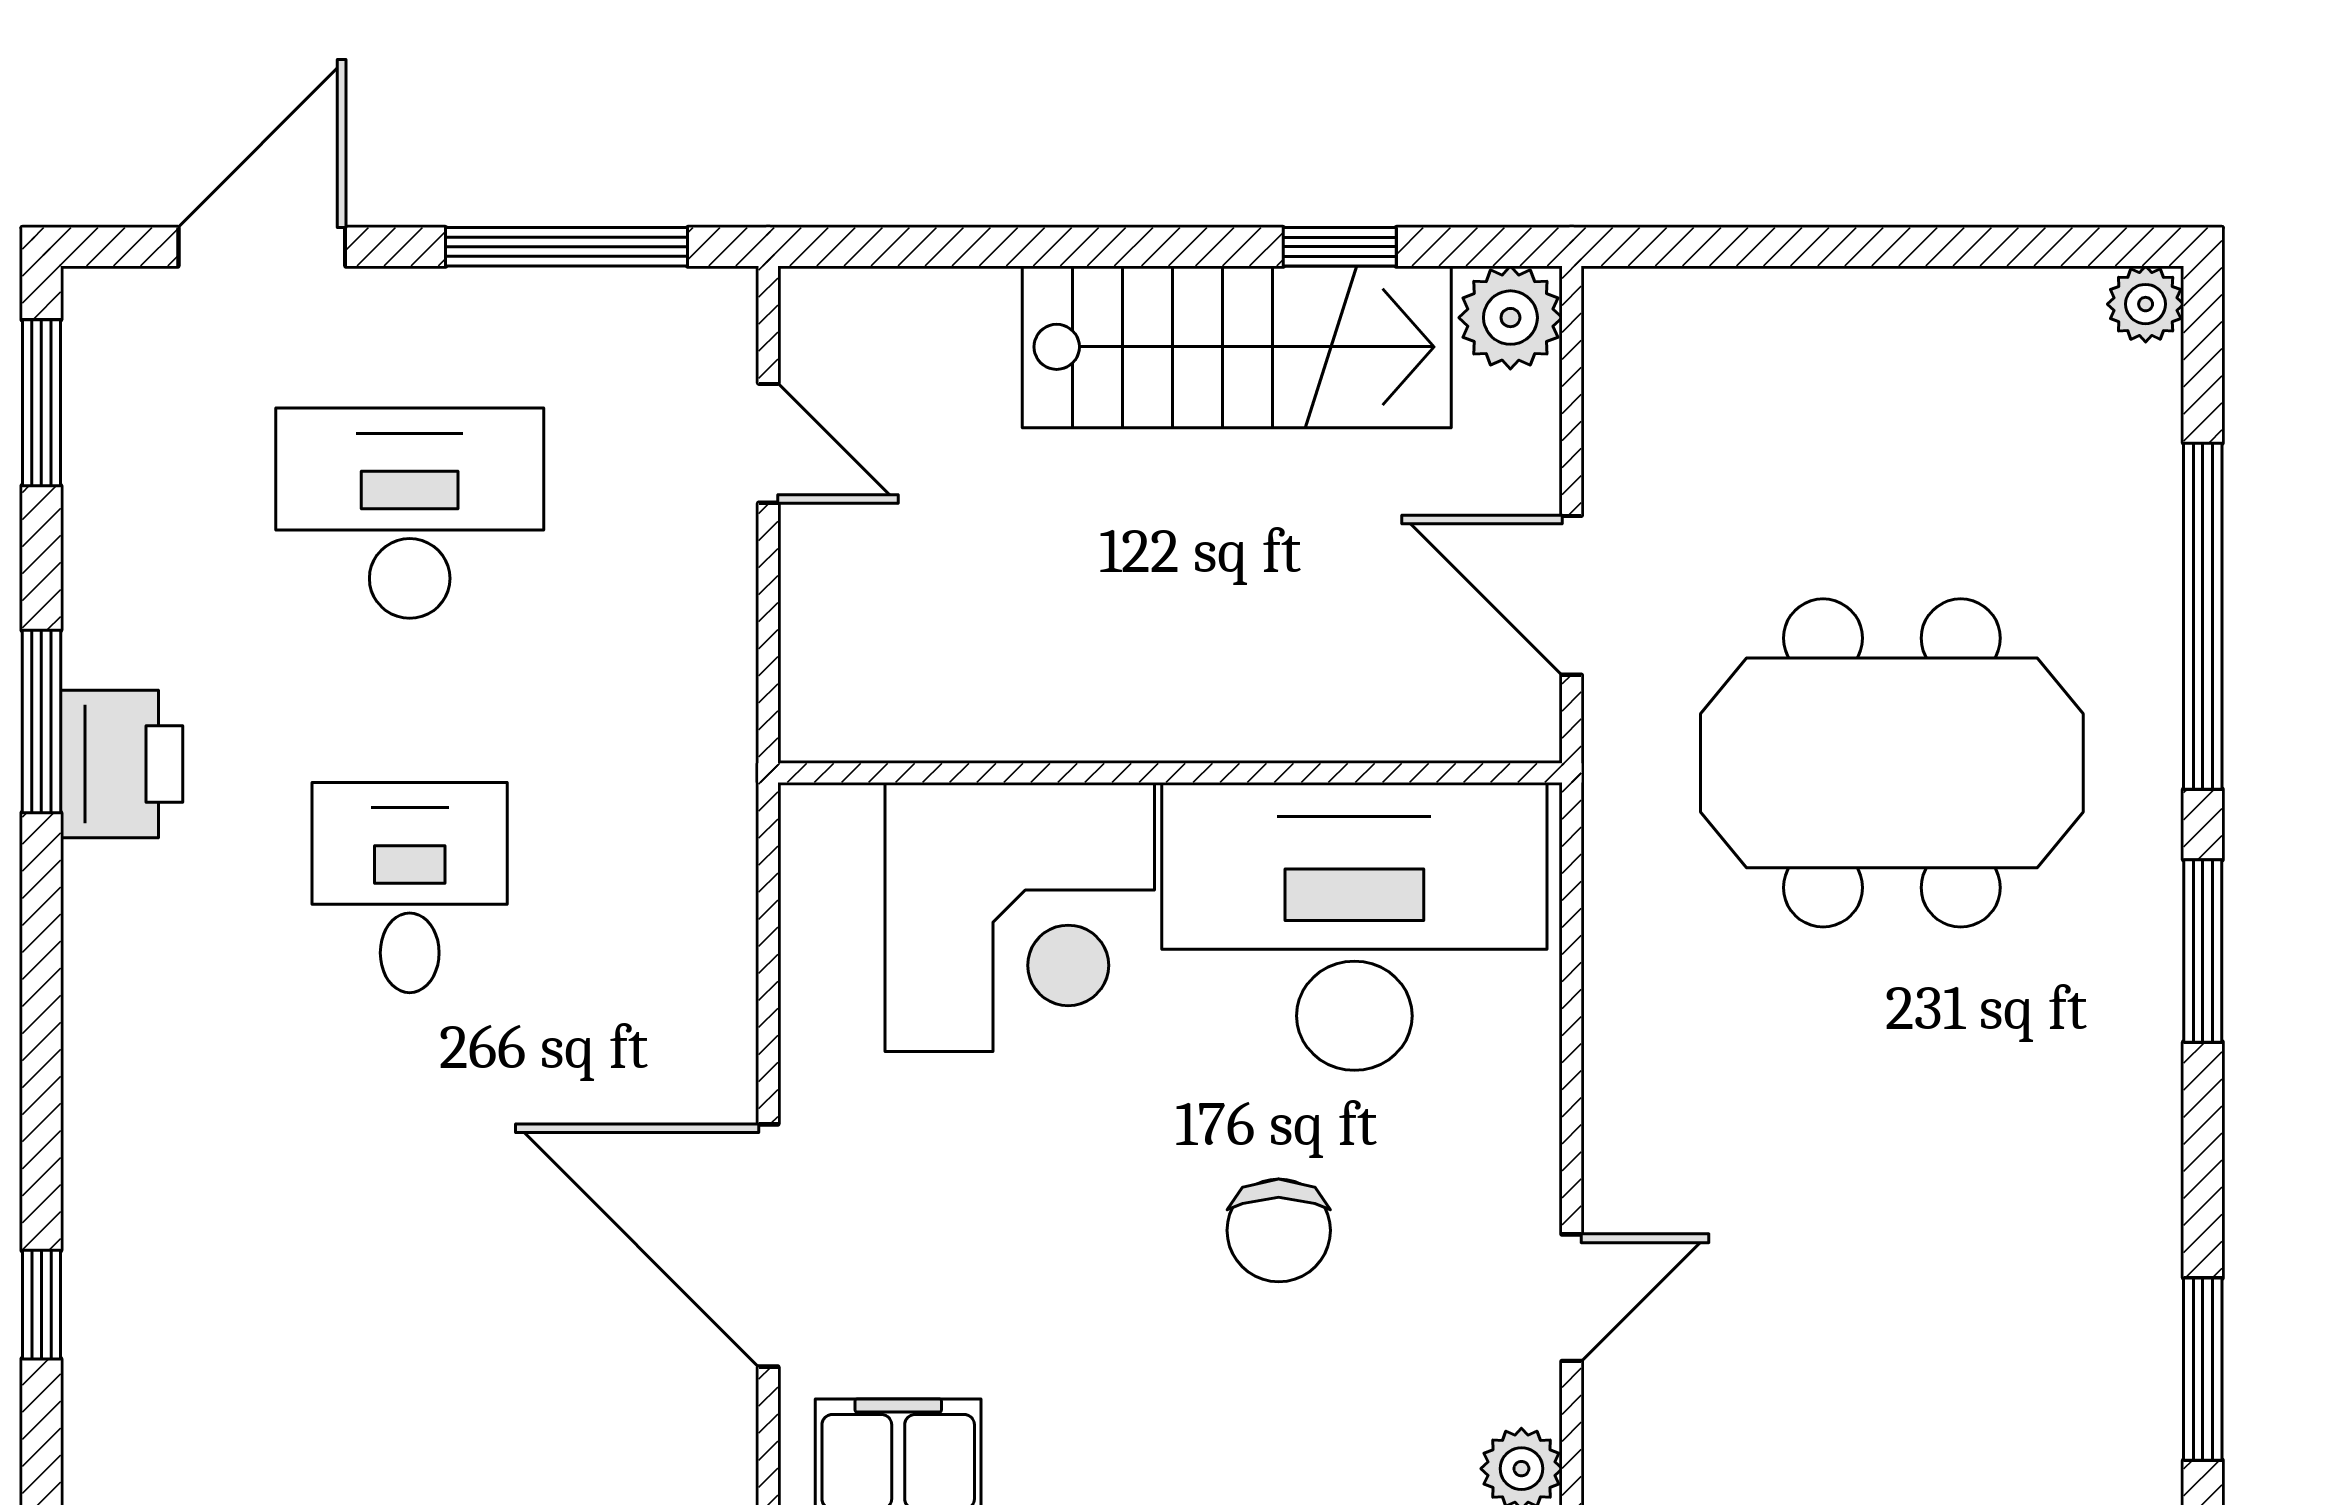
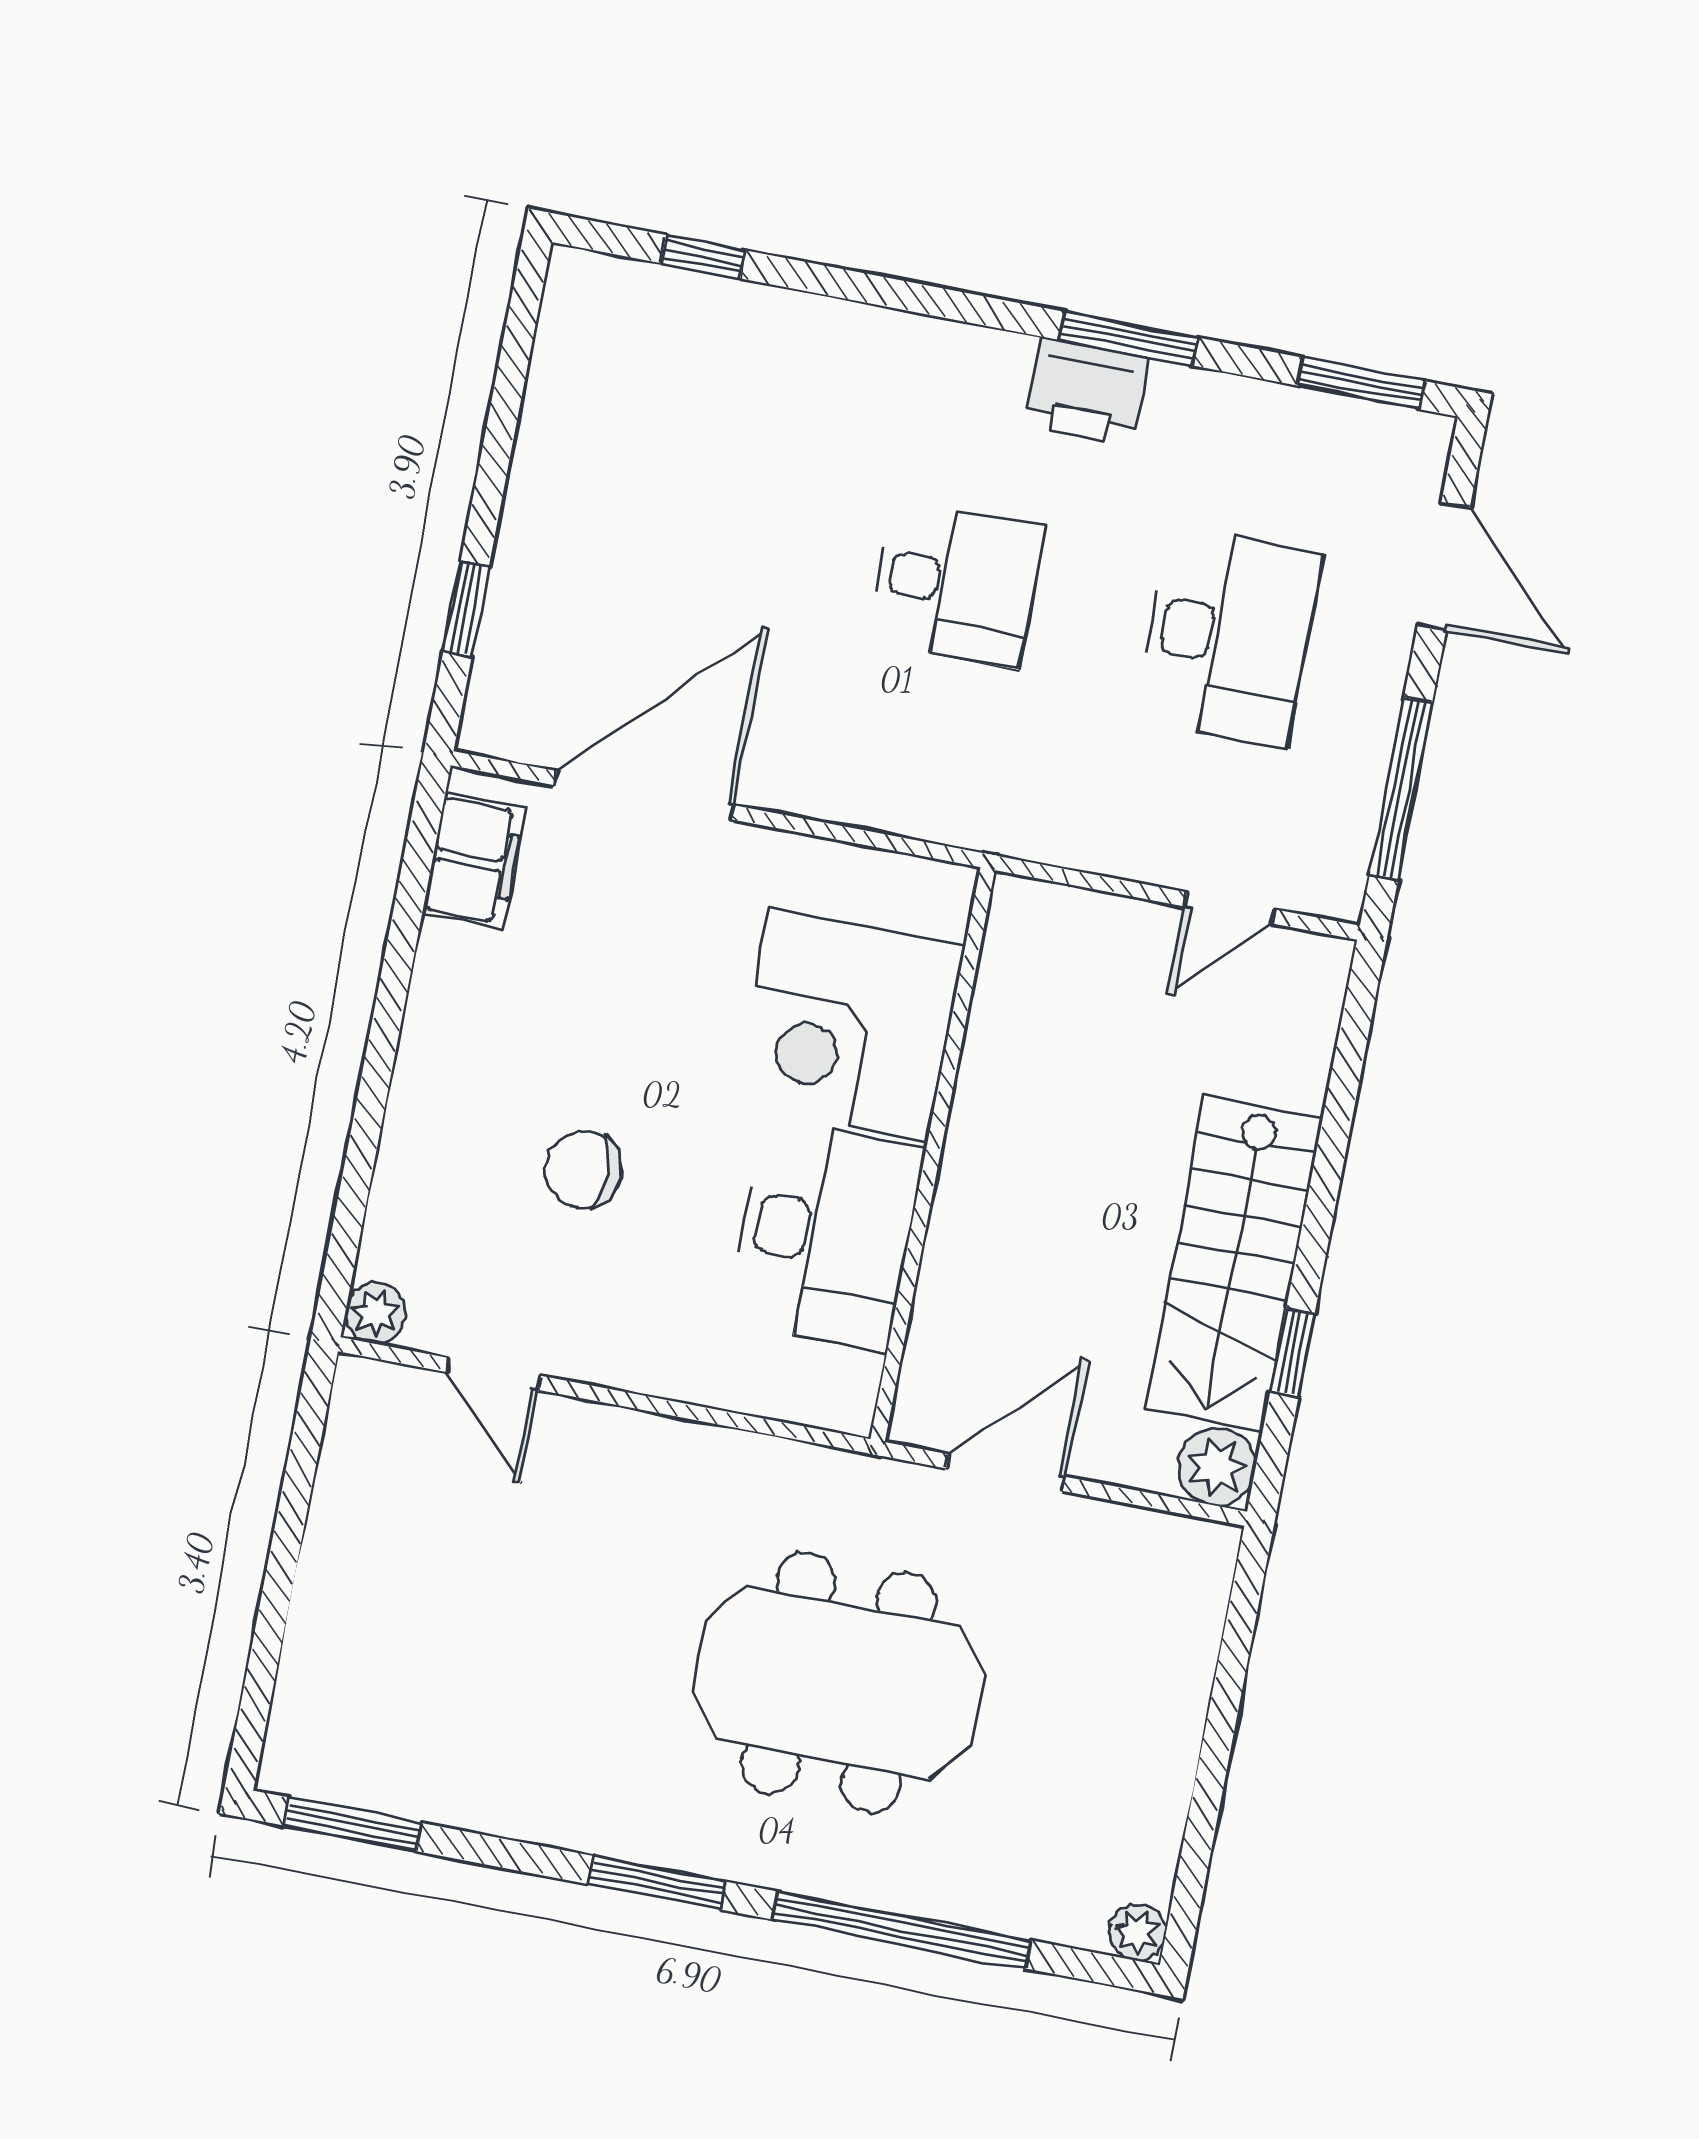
meeting table: (1892, 763) -> (838, 1683), turned 90
desk: (1354, 926) -> (826, 1235), width x0.73, depth x0.77

